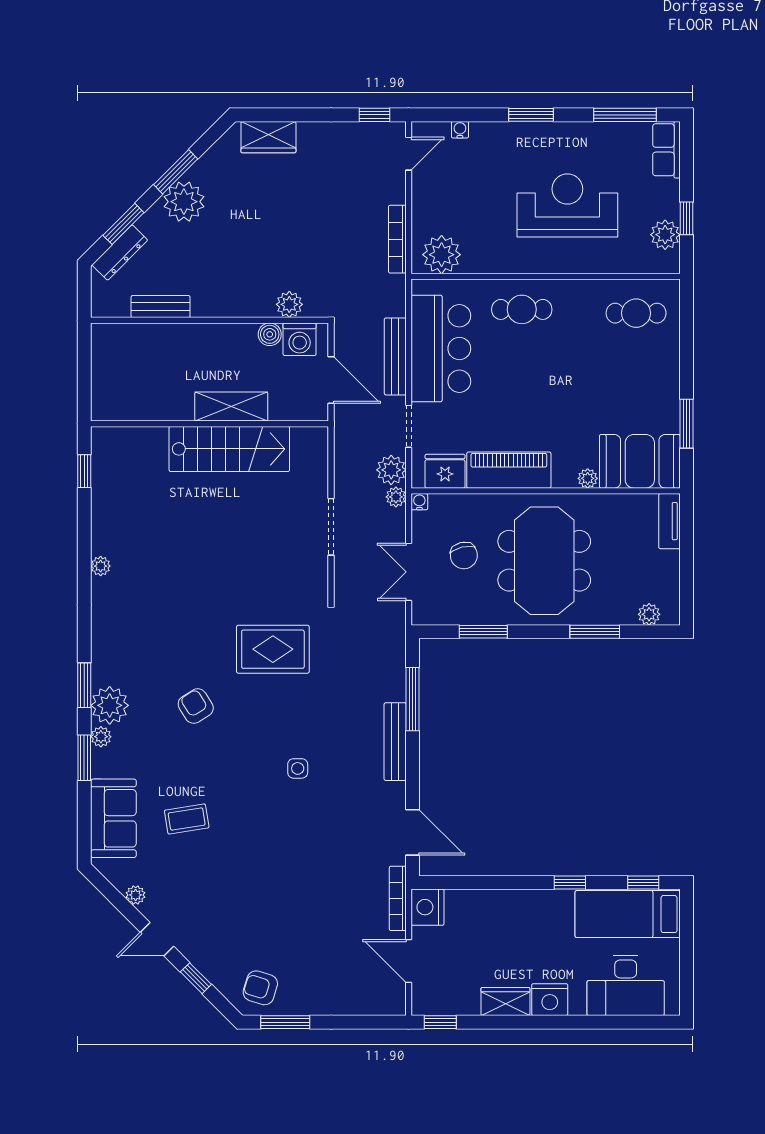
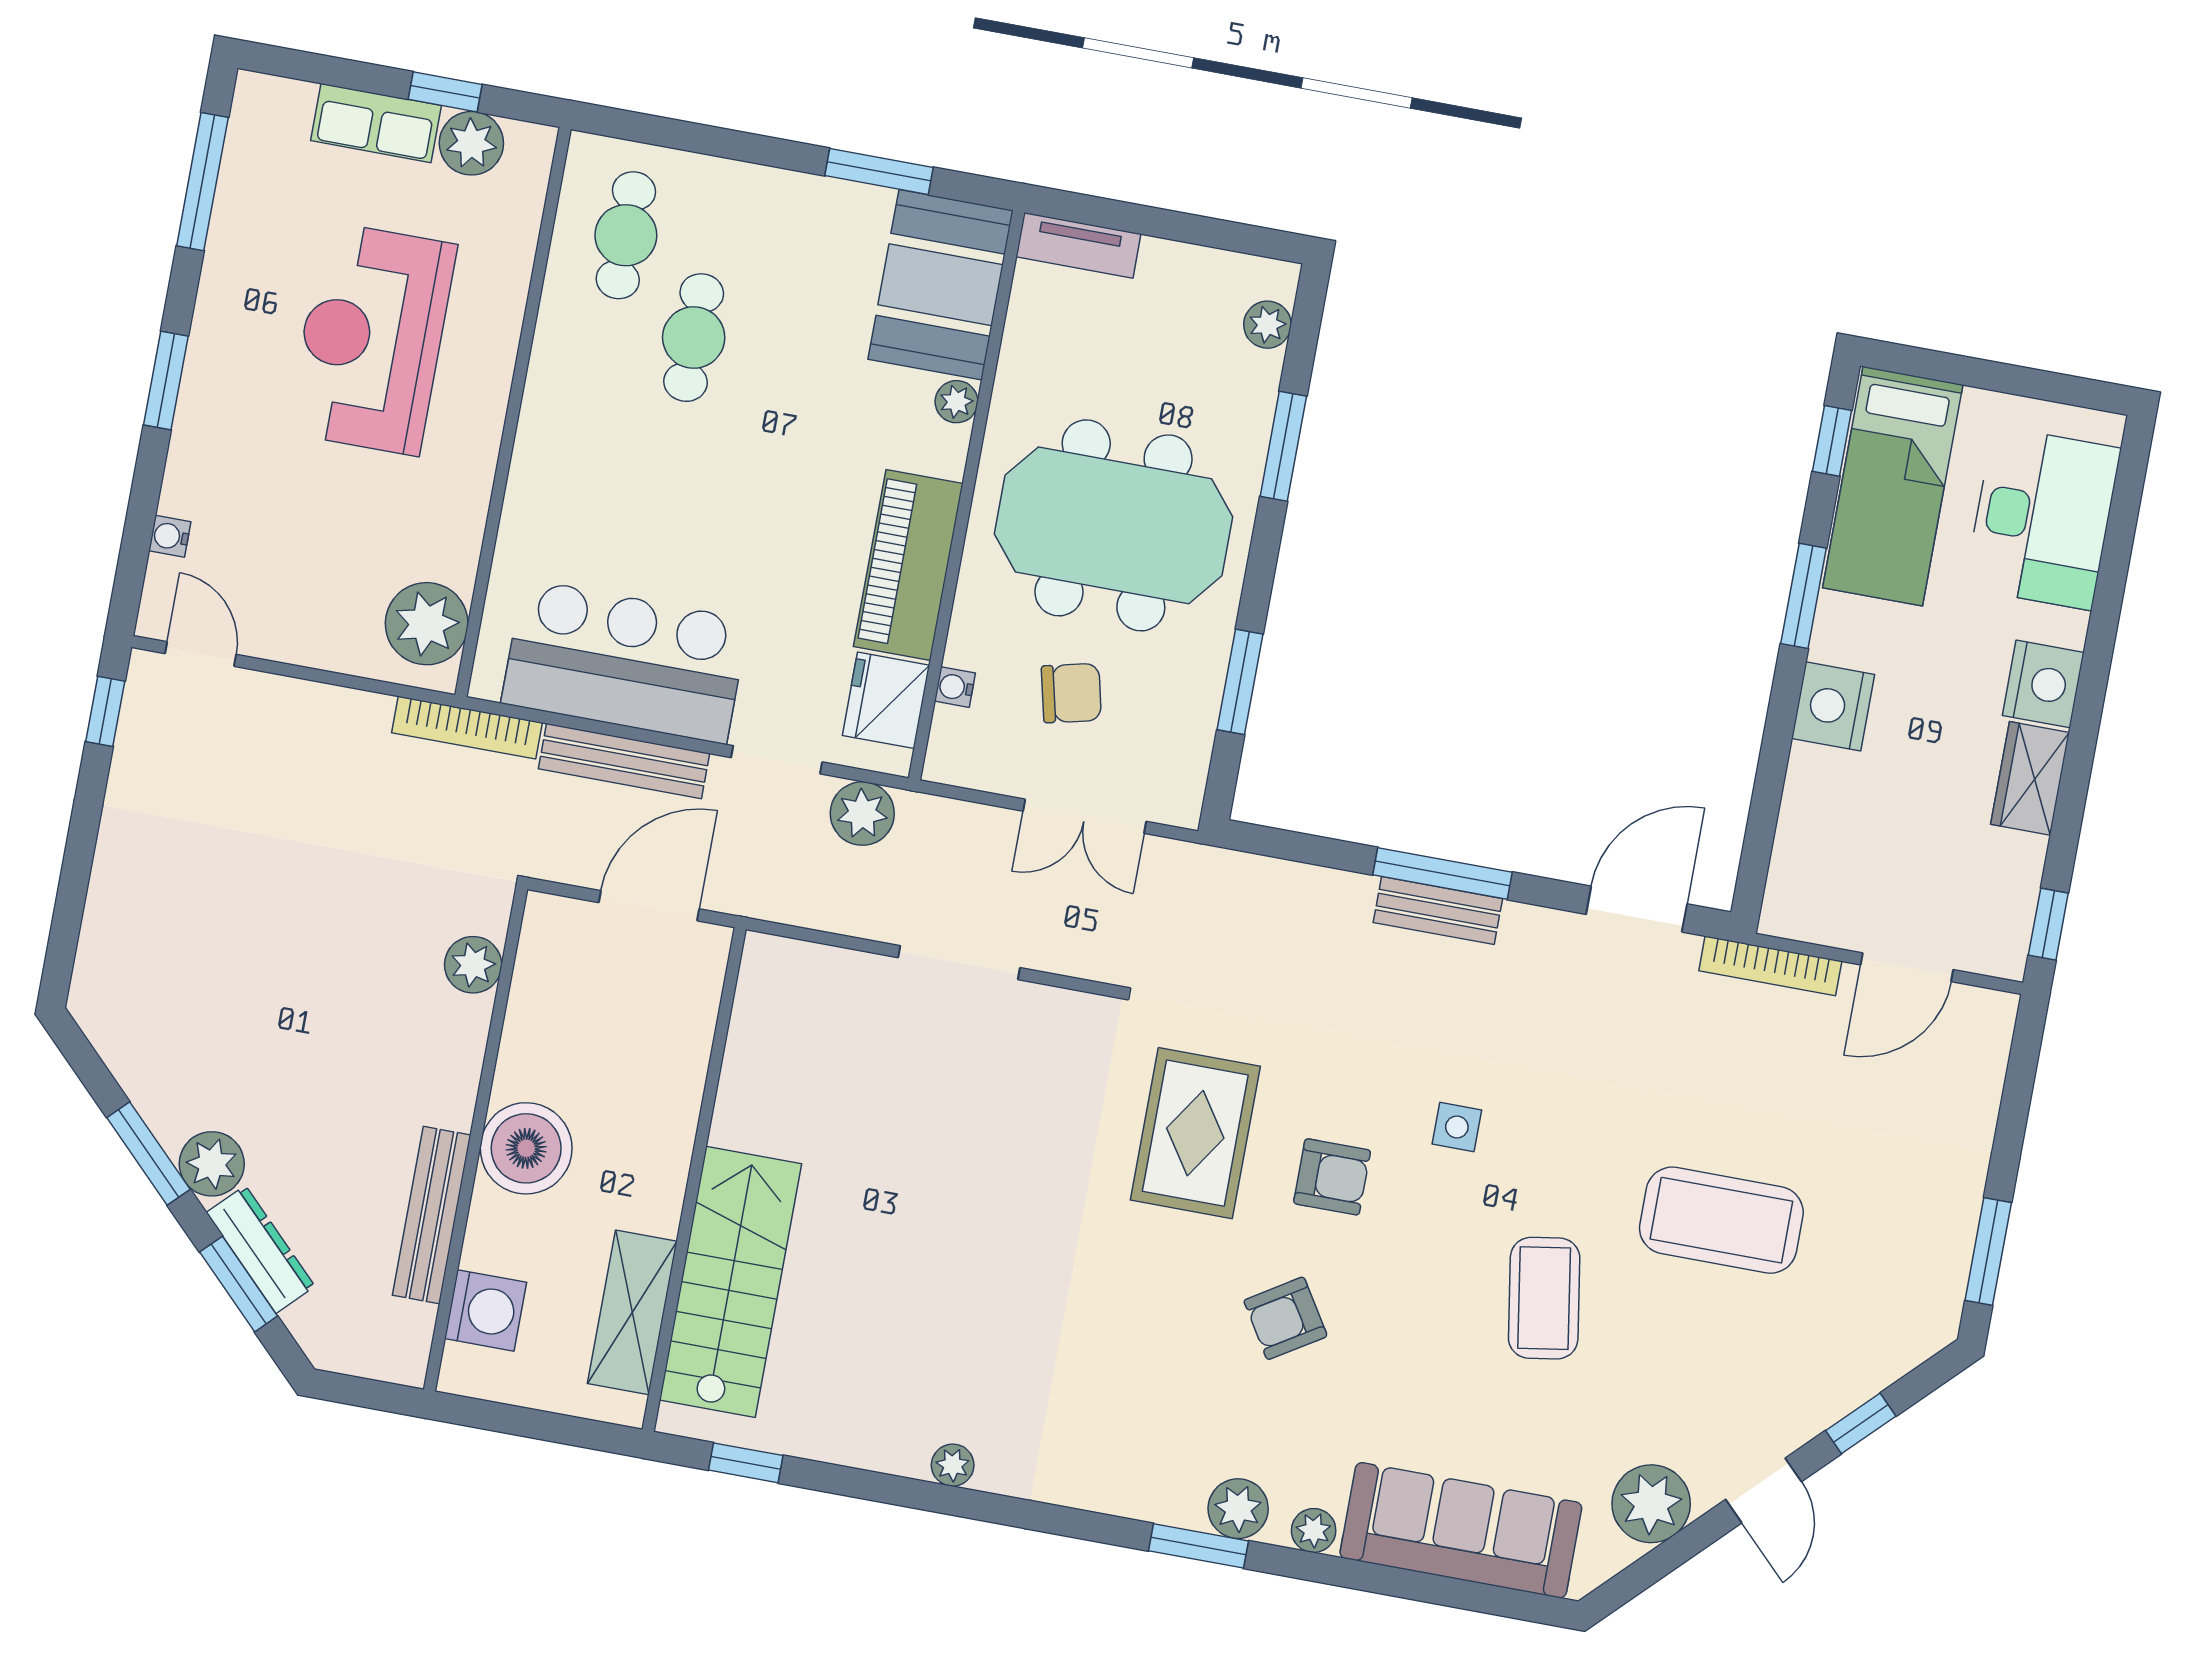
wardrobe: (268, 137) -> (111, 944), removed
row of seats: (666, 150) -> (376, 123), moved
plant: (184, 202) -> (212, 1164), width x0.73, depth x0.73
bookcase: (397, 239) -> (467, 728), moved
dresser: (120, 252) -> (261, 1249), moved
bench: (161, 307) -> (432, 1215), width x1.36
cafe table: (522, 309) -> (694, 338), moved
boiler: (270, 334) -> (526, 1148), moved, width x1.86, depth x1.86
washing machine: (300, 339) -> (486, 1310), moved
shelving: (231, 407) -> (632, 1312), moved
stairs: (229, 449) -> (731, 1282), moved
plant: (396, 497) -> (921, 814), removed
water cooler: (419, 502) -> (955, 687), moved
window: (412, 699) -> (1442, 873), moved
plant: (110, 705) -> (1238, 1509), width x0.73, depth x0.73
bench: (395, 742) -> (1438, 911), width x0.73
window: (84, 758) -> (1351, 1574), removed
sofa: (113, 818) -> (1461, 1530), width x1.36
coffee table: (187, 819) -> (1544, 1298), moved, width x1.36, depth x1.30
window: (570, 882) -> (1804, 596), width x1.50
plant: (136, 895) -> (1651, 1504), width x1.87, depth x1.87
coffee table: (277, 897) -> (1721, 1220), added
nightstand: (428, 907) -> (1833, 706), moved, turned 90
armchair: (260, 988) -> (1332, 1177), moved, turned -107

